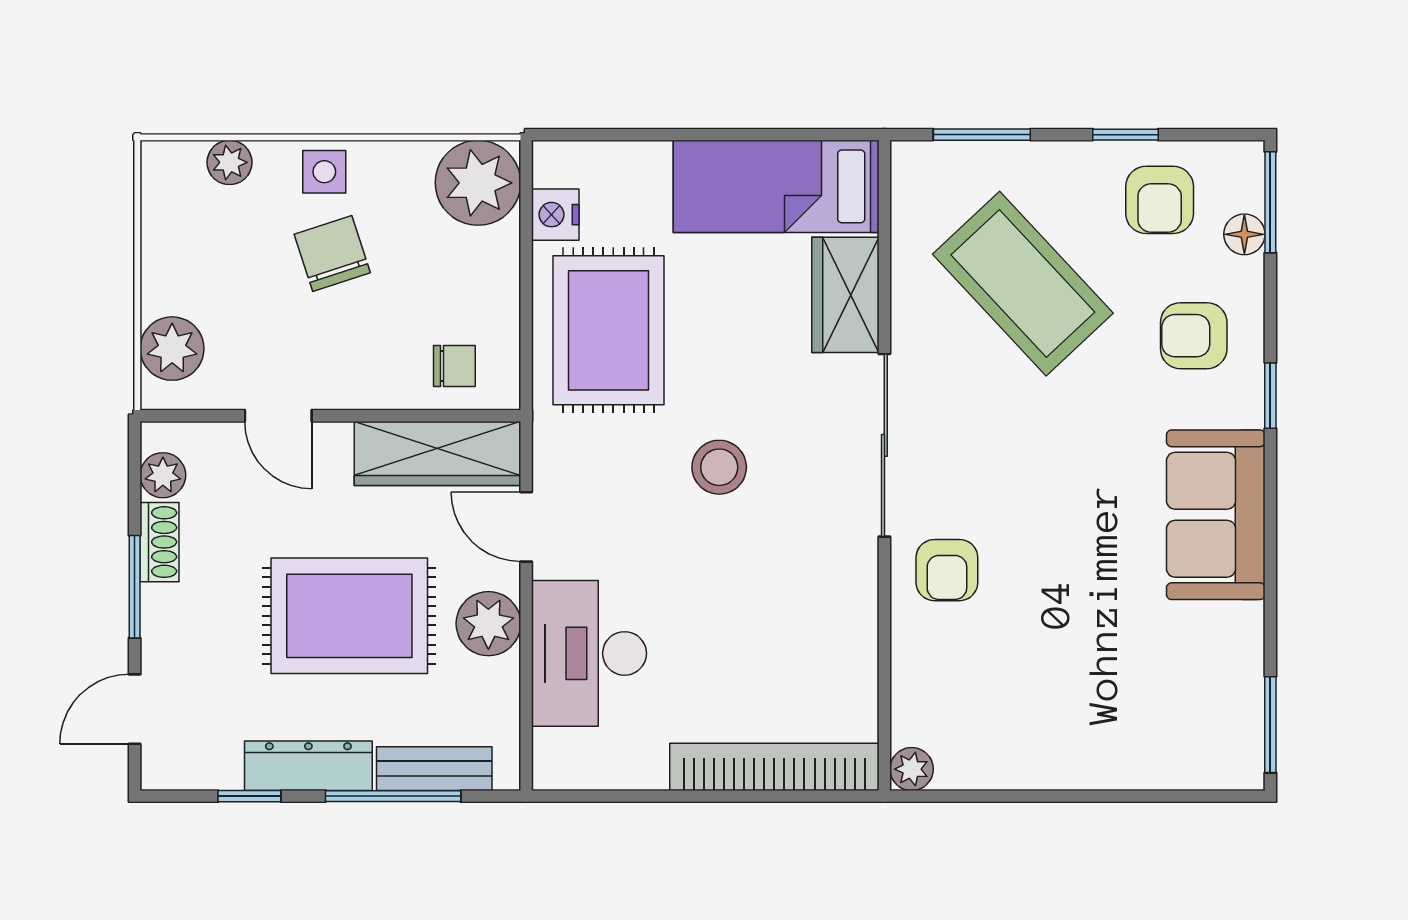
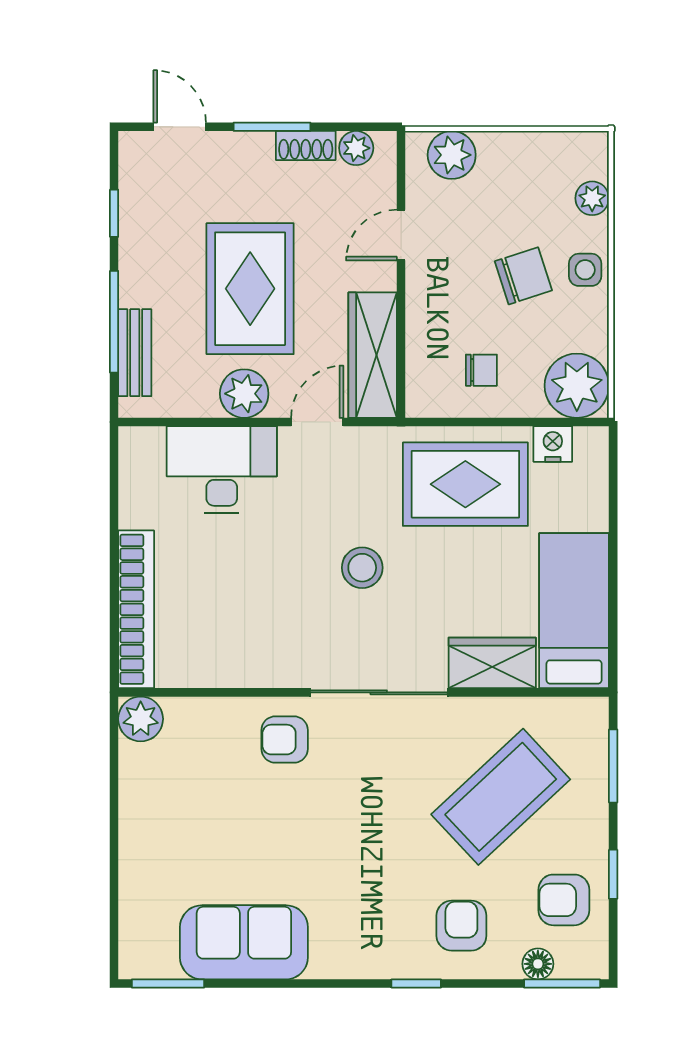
chair: (454, 366) -> (481, 370), moved, turned -90
sofa: (1216, 515) -> (244, 942), moved
dresser: (308, 766) -> (137, 258), removed
plant: (912, 769) -> (141, 719), width x1.38, depth x1.38

